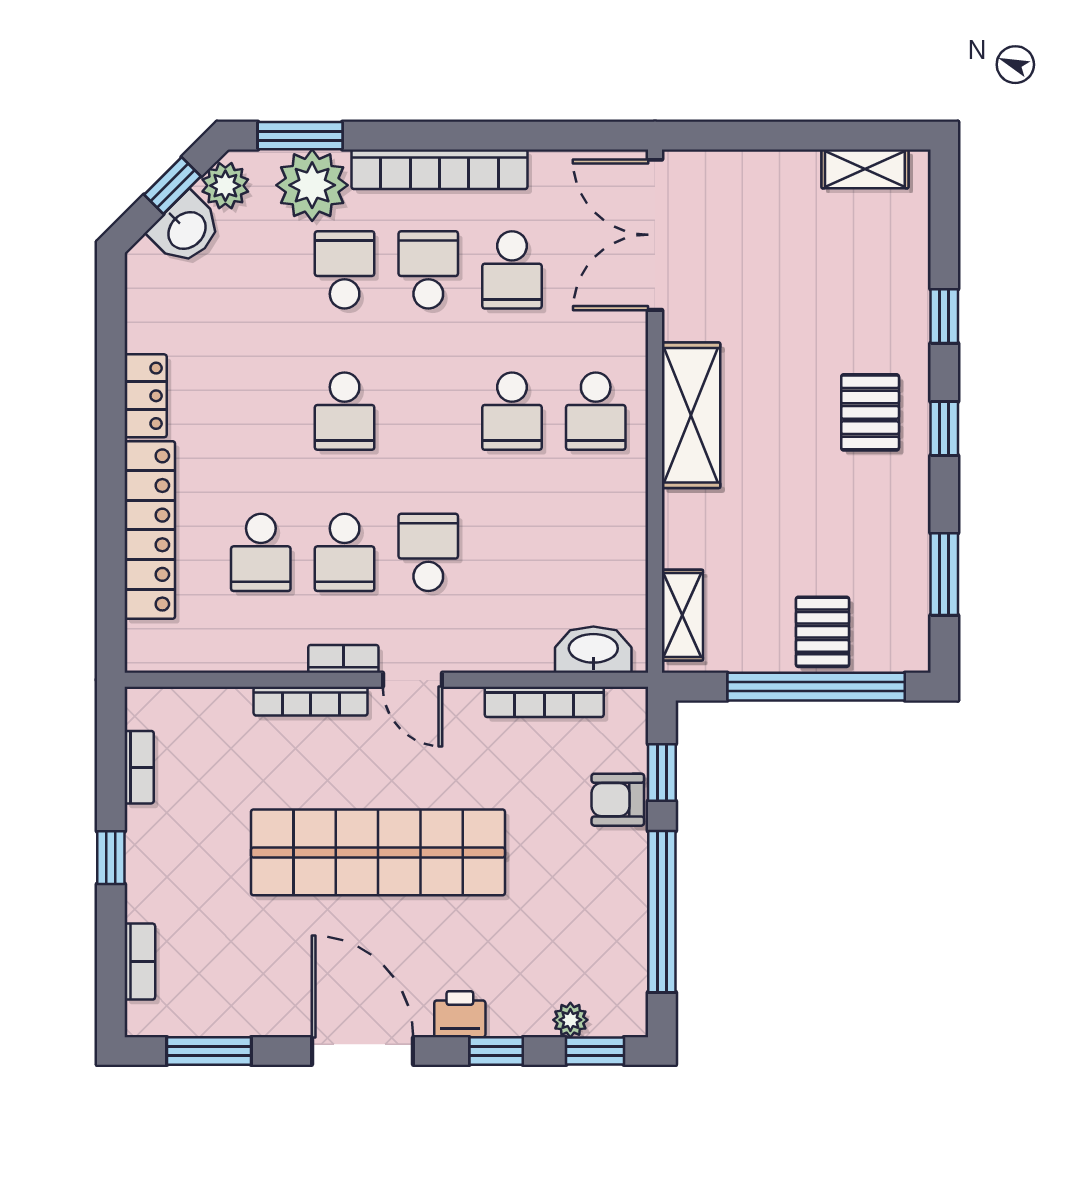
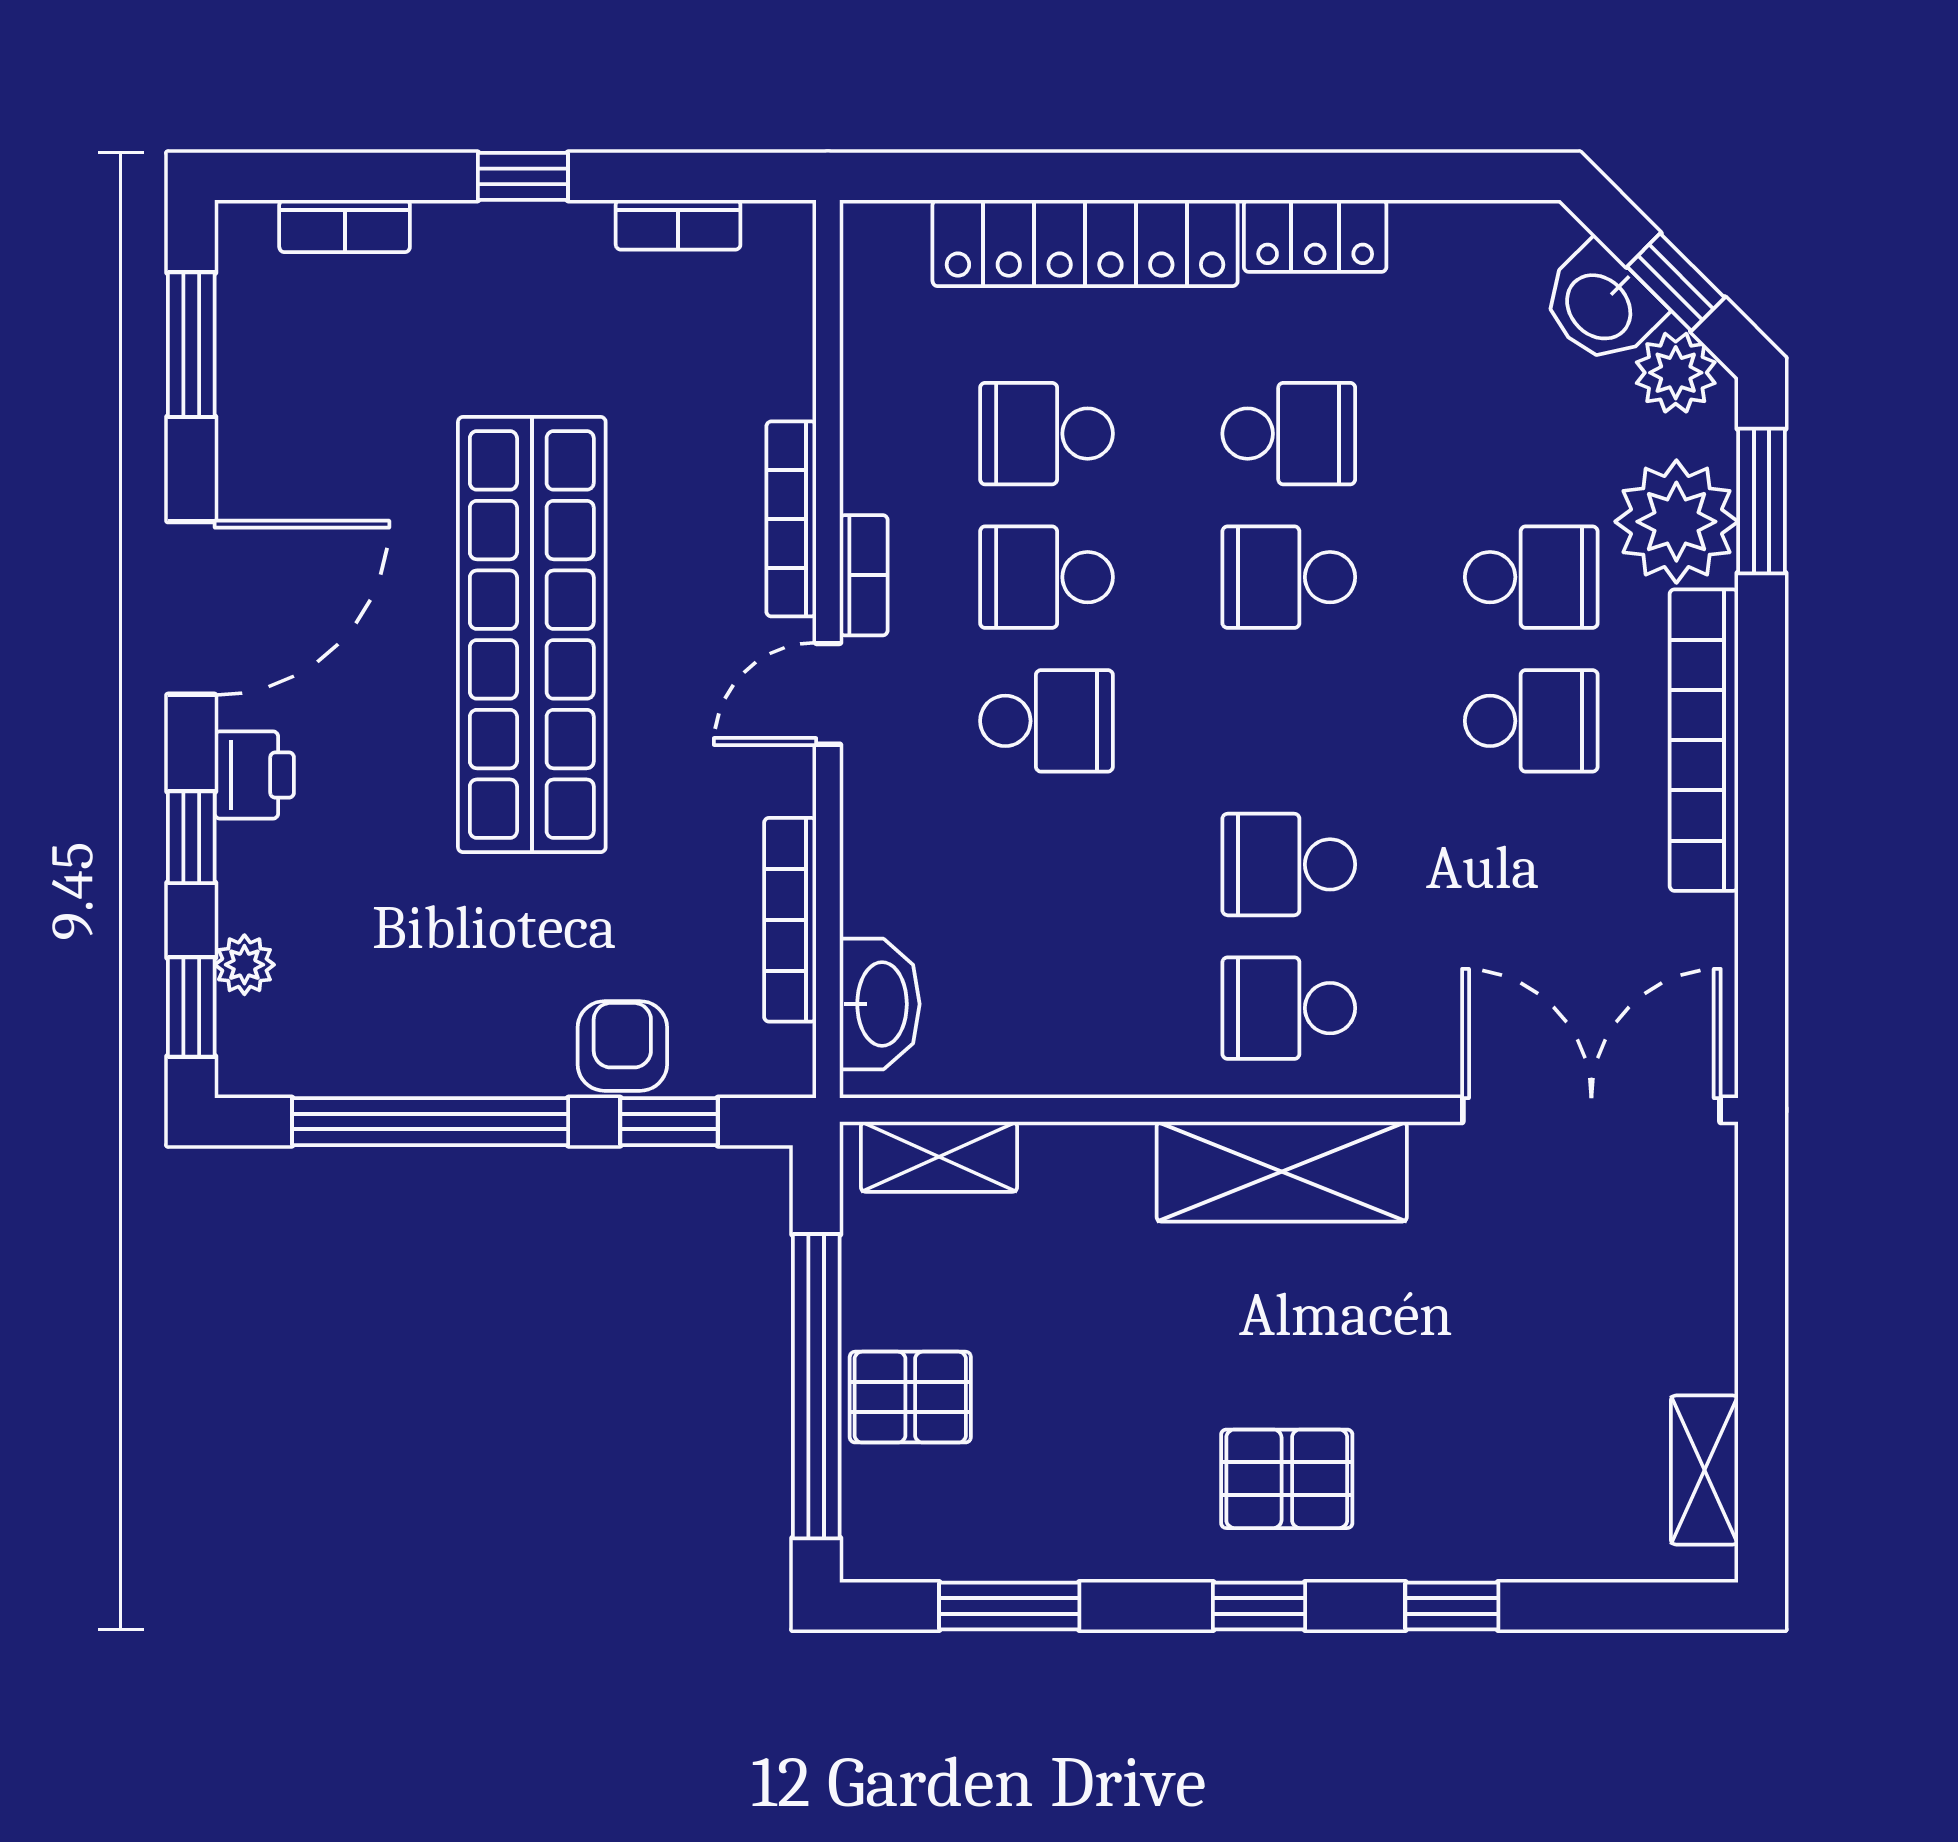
school desk: (512, 270) -> (1289, 434), moved, turned 180

